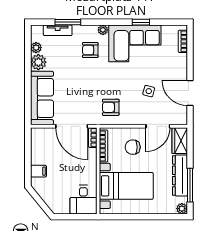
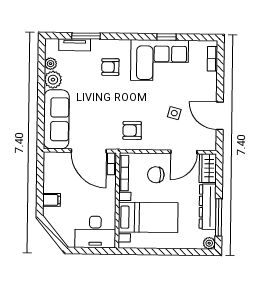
plant: (103, 30) -> (124, 45), removed
desk: (83, 200) -> (95, 232), width x1.37

